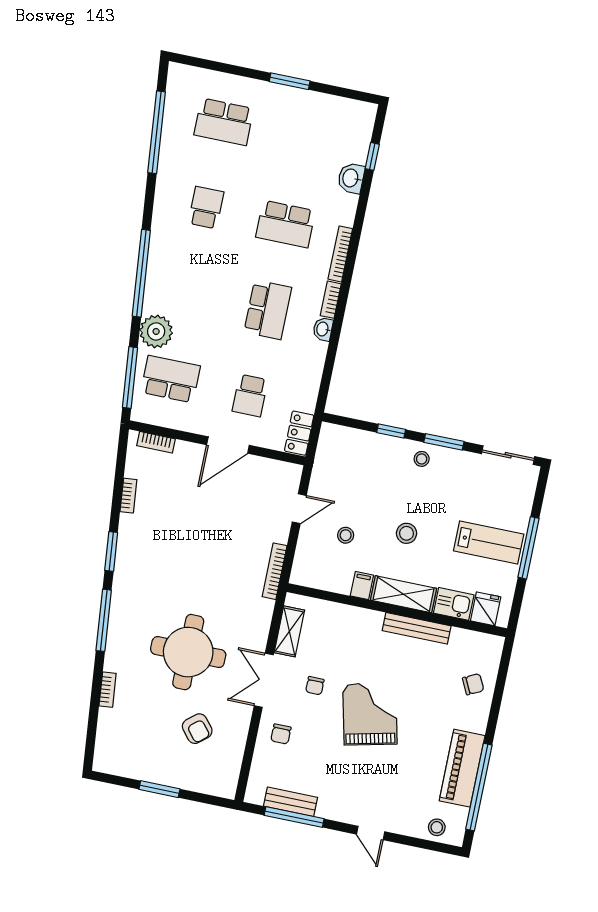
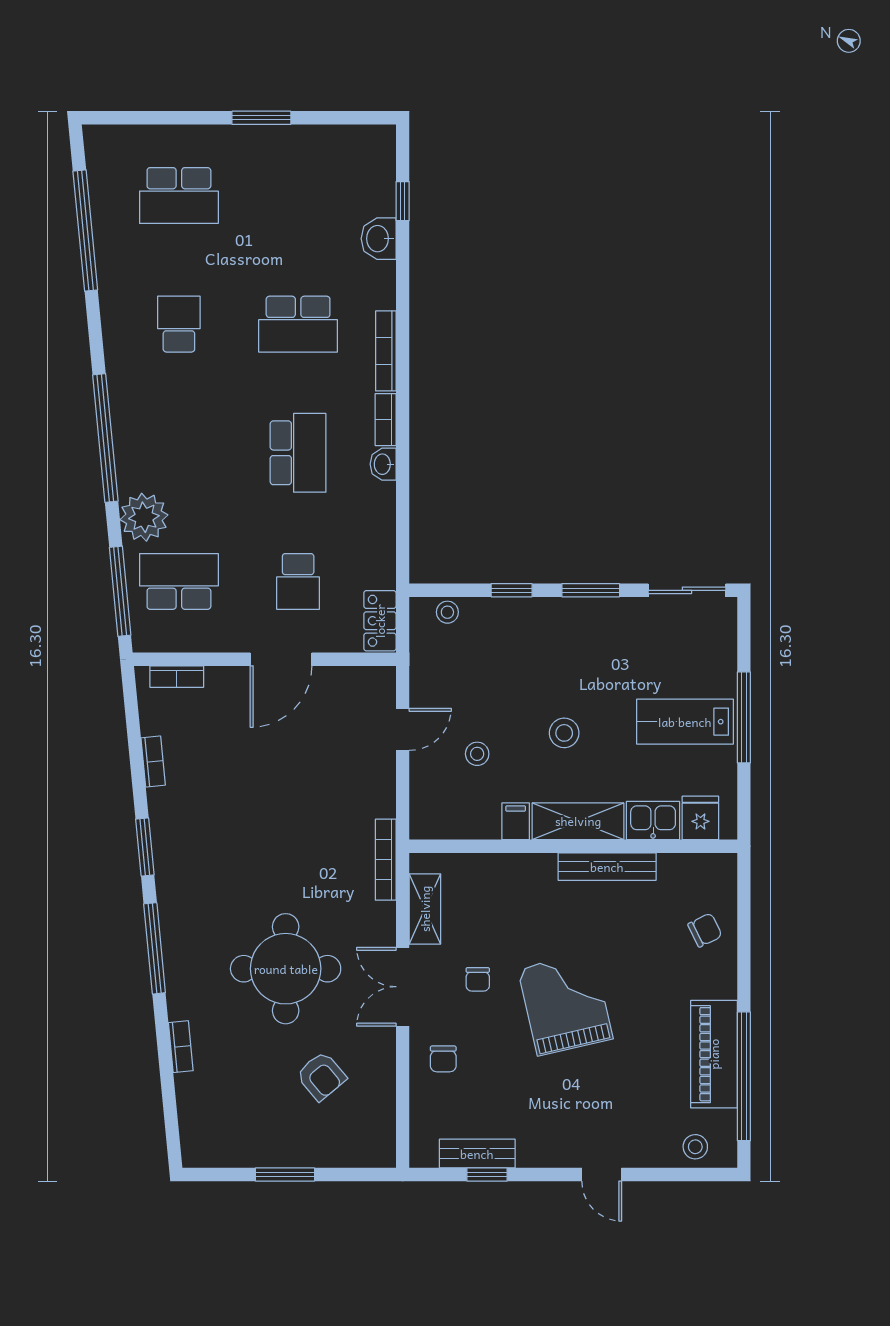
stool: (422, 459) -> (447, 612), moved
lab bench: (489, 542) -> (685, 722), turned 180
bookcase: (275, 571) -> (386, 860), moved
window: (294, 817) -> (487, 1175), width x0.46

